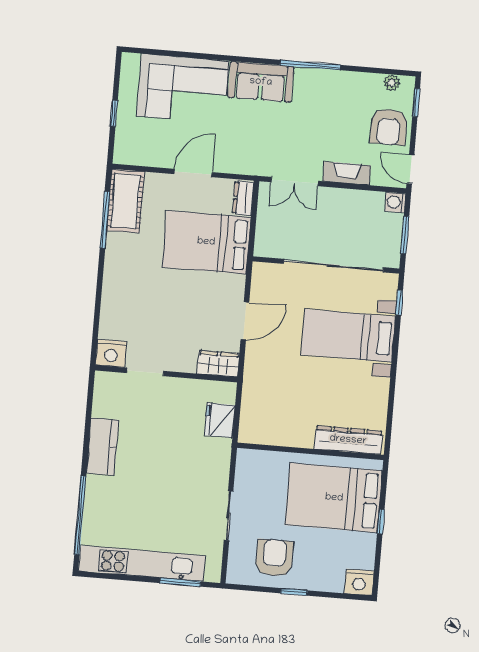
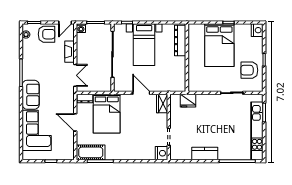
dresser: (348, 440) -> (180, 41), moved
wall: (310, 451) -> (187, 58), moved

